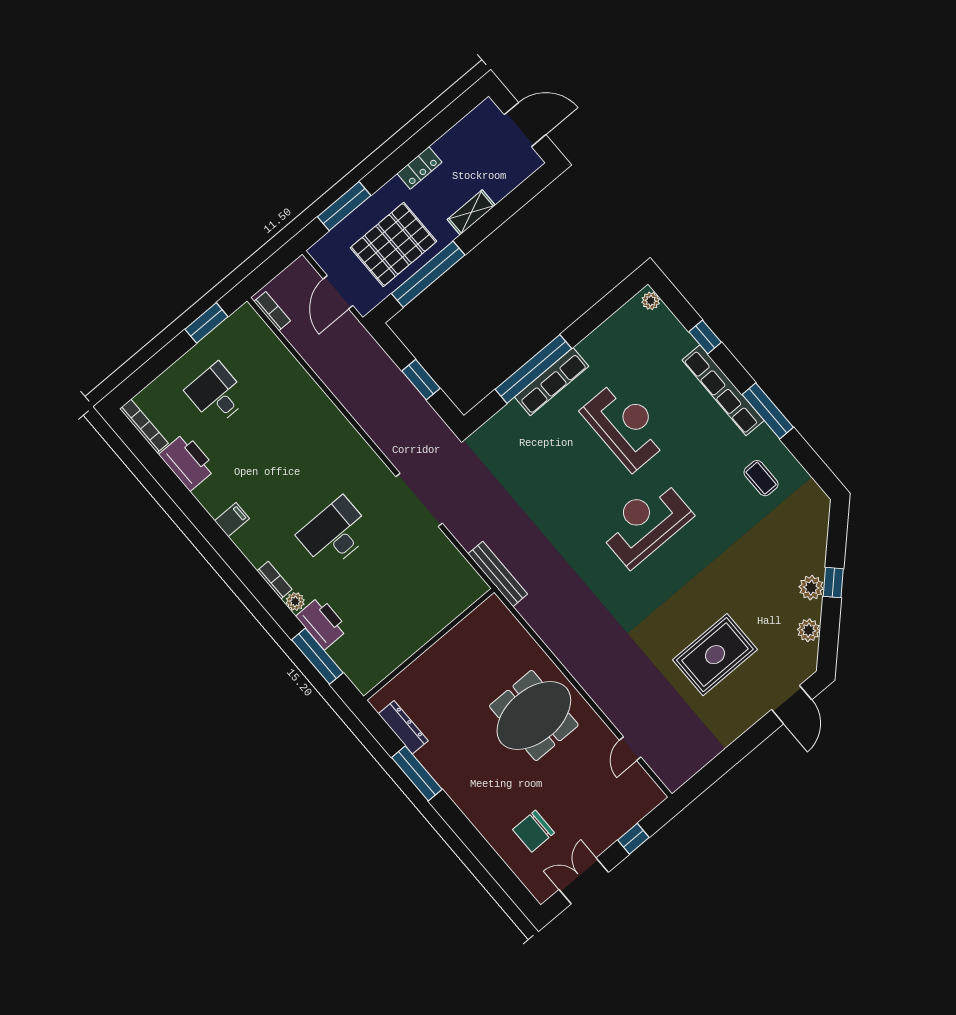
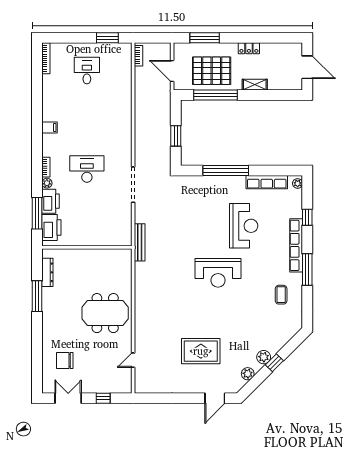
door: (338, 292) -> (172, 71), hinge flipped
row of seats: (552, 382) -> (267, 182), moved
printer: (187, 462) -> (51, 227), moved
reception desk: (645, 523) -> (218, 273), turned 180

